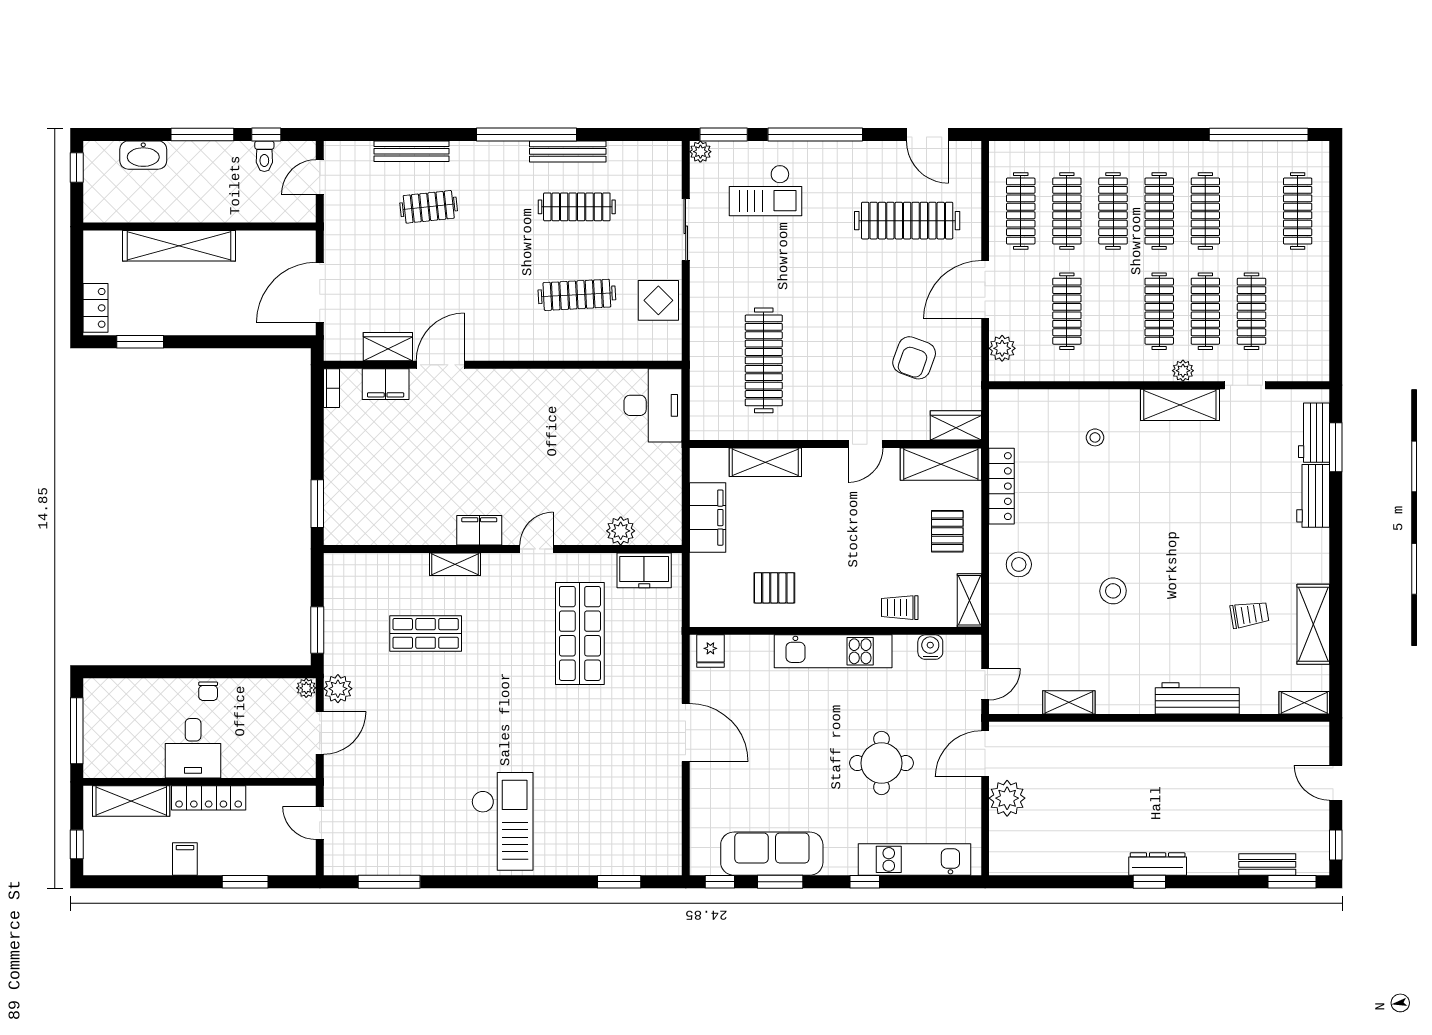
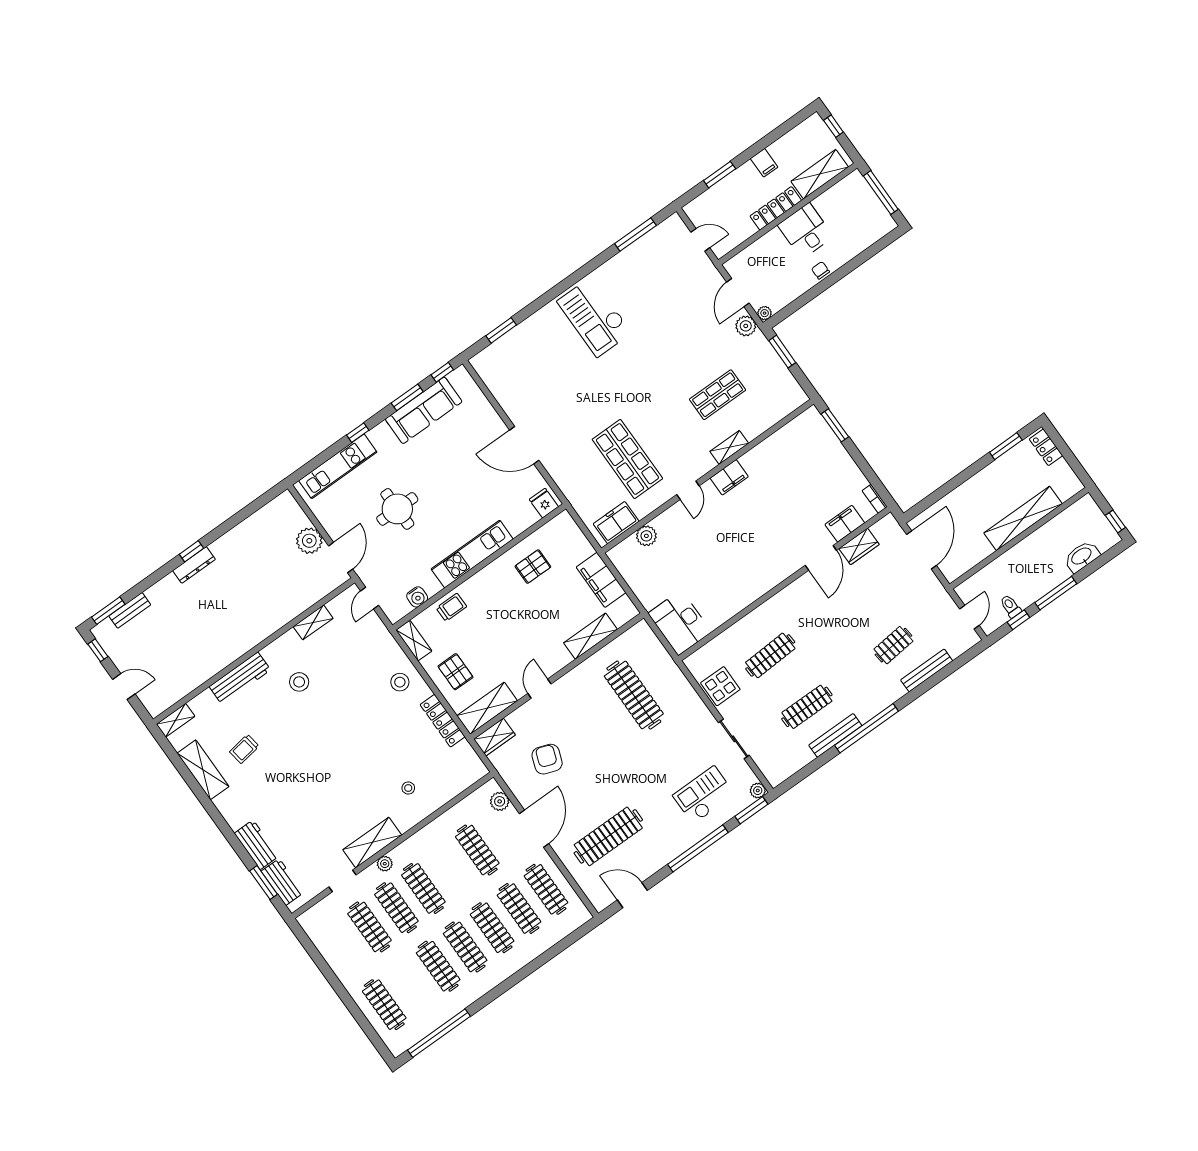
stool: (1113, 591) -> (299, 682), moved

